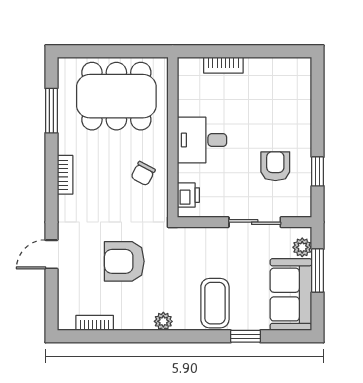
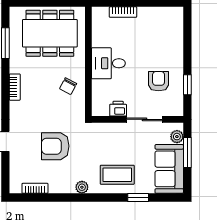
printer: (188, 195) -> (118, 109), moved, turned -90
coffee table: (215, 303) -> (117, 175), turned 90

